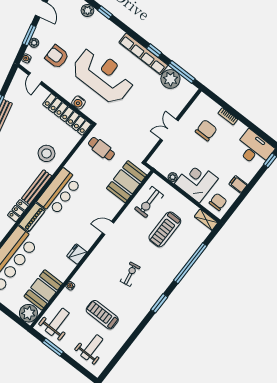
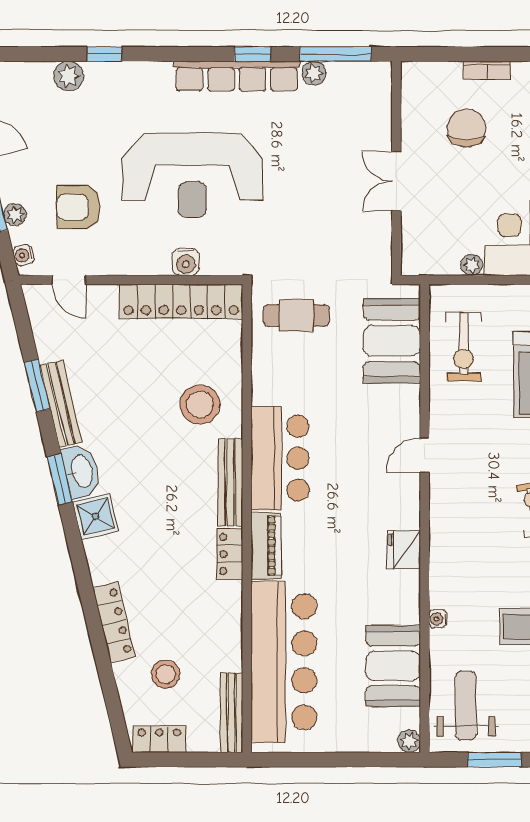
reception desk: (103, 75) -> (192, 175), turned 180
plant: (170, 79) -> (314, 73), width x0.53, depth x0.53
plant: (28, 313) -> (409, 741), width x0.53, depth x0.53

